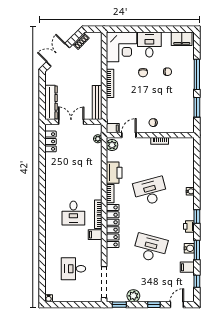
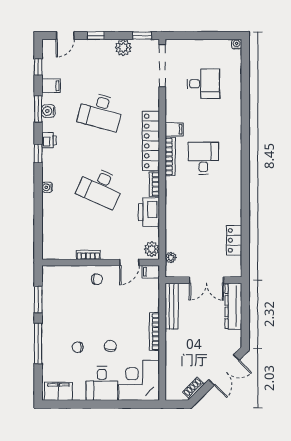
locker: (50, 141) -> (234, 240), moved
desk: (150, 191) -> (101, 187), turned 39

